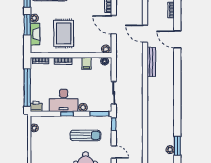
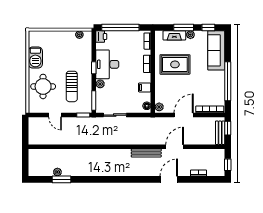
door: (114, 152) -> (55, 115), hinge flipped

